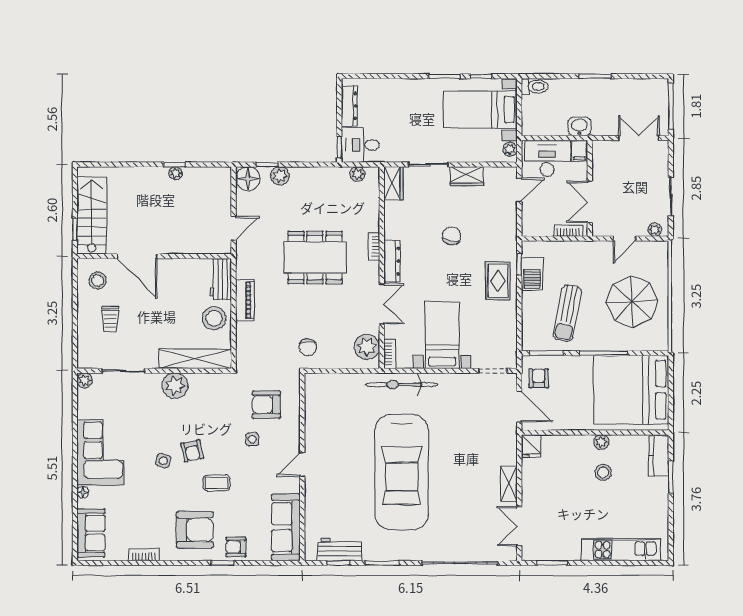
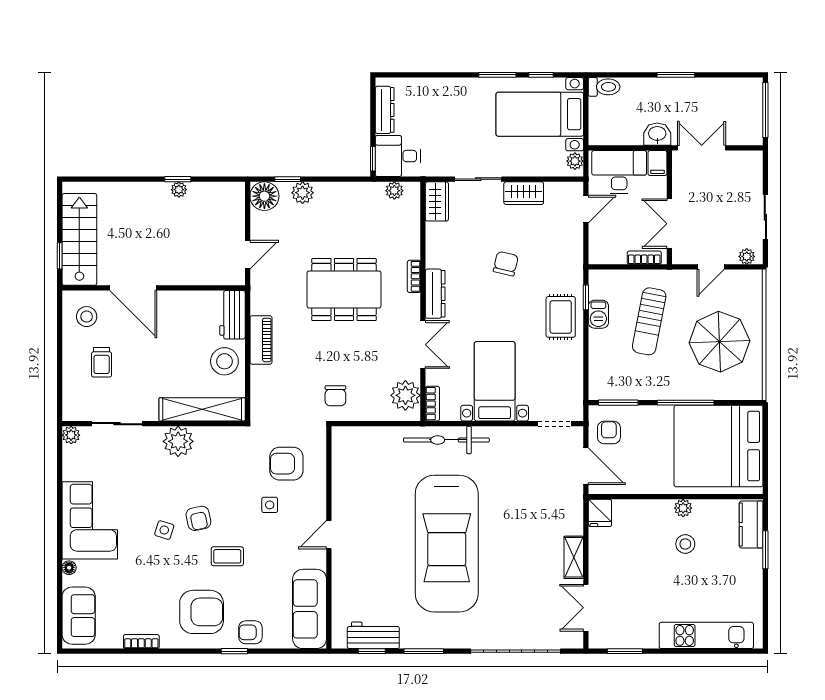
double door: (639, 138) -> (702, 148), moved
barbecue: (532, 274) -> (598, 314), width x0.73, depth x0.79
sun lounger: (567, 313) -> (649, 321), moved

